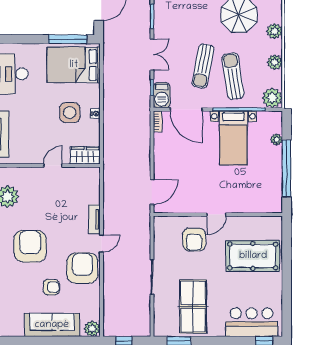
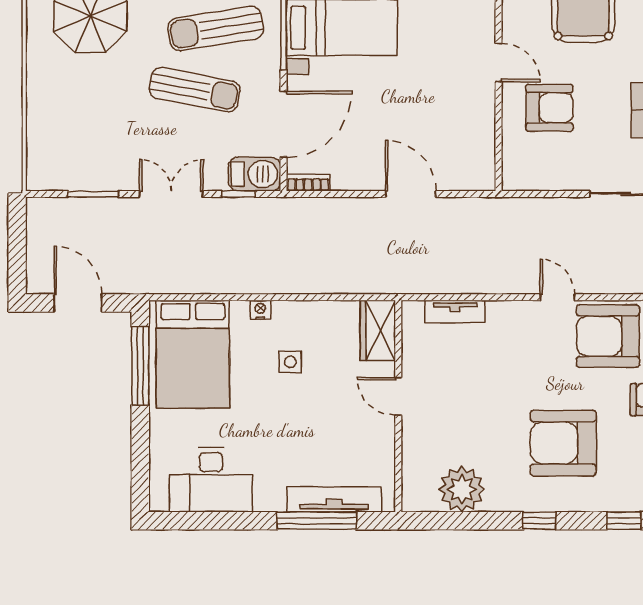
side table: (70, 113) -> (290, 362), width x0.54, depth x0.54
nightstand: (95, 114) -> (260, 310), moved
door: (152, 192) -> (411, 194), moved
tv unit: (94, 219) -> (455, 311), moved

